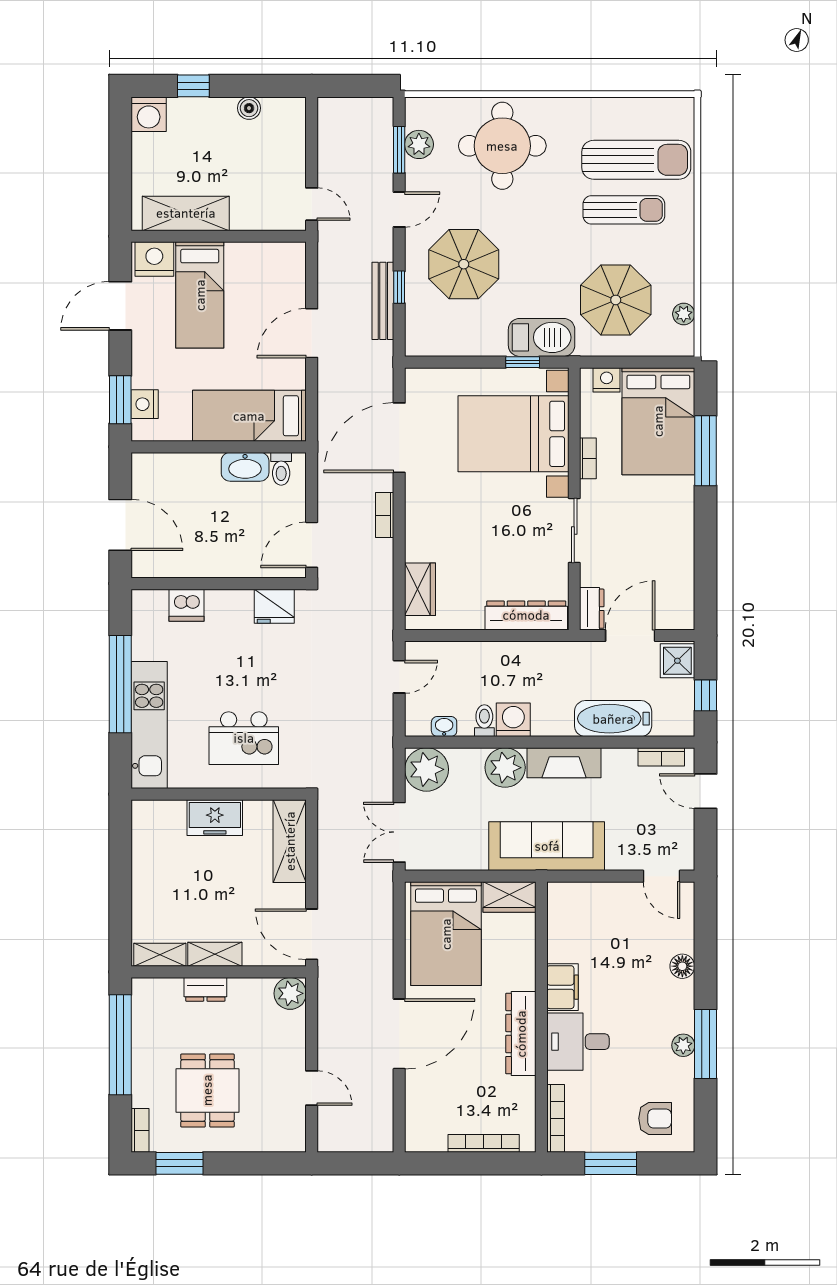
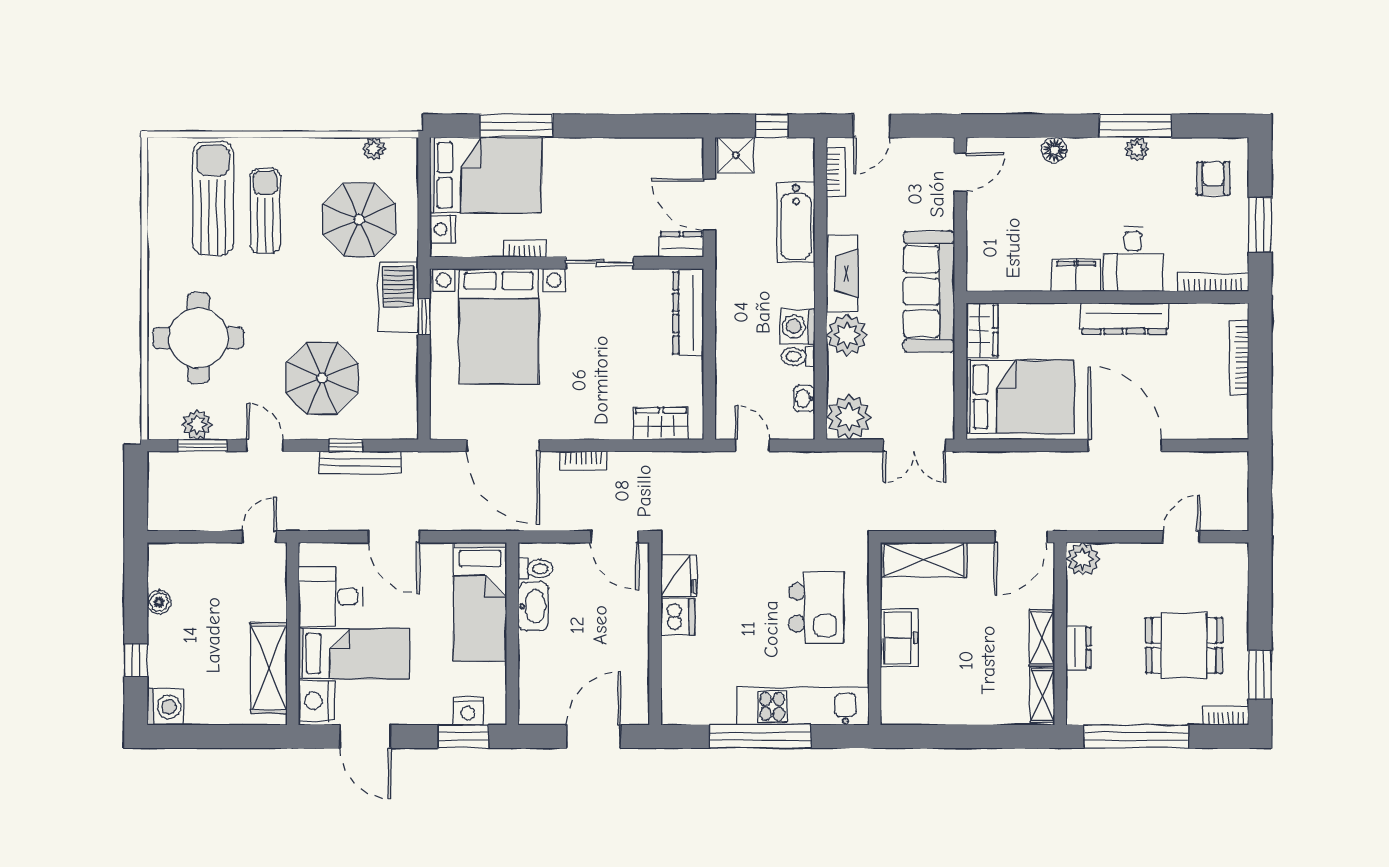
desk: (254, 272) -> (330, 597), added
dishwasher: (187, 605) -> (678, 617), moved

